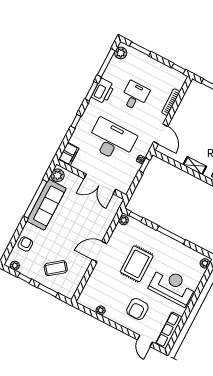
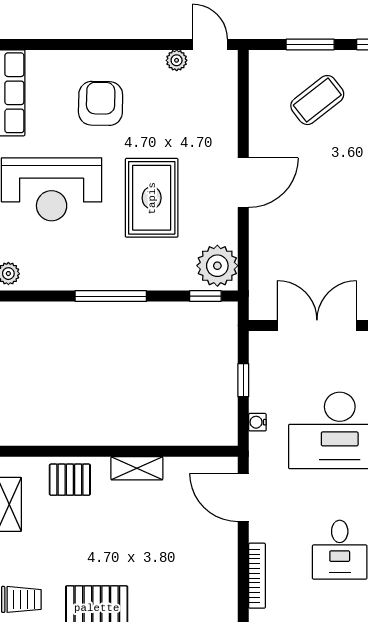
window: (144, 165) -> (243, 380), moved
plant: (124, 220) -> (217, 266), width x1.87, depth x1.87
door: (145, 341) -> (210, 44), moved

